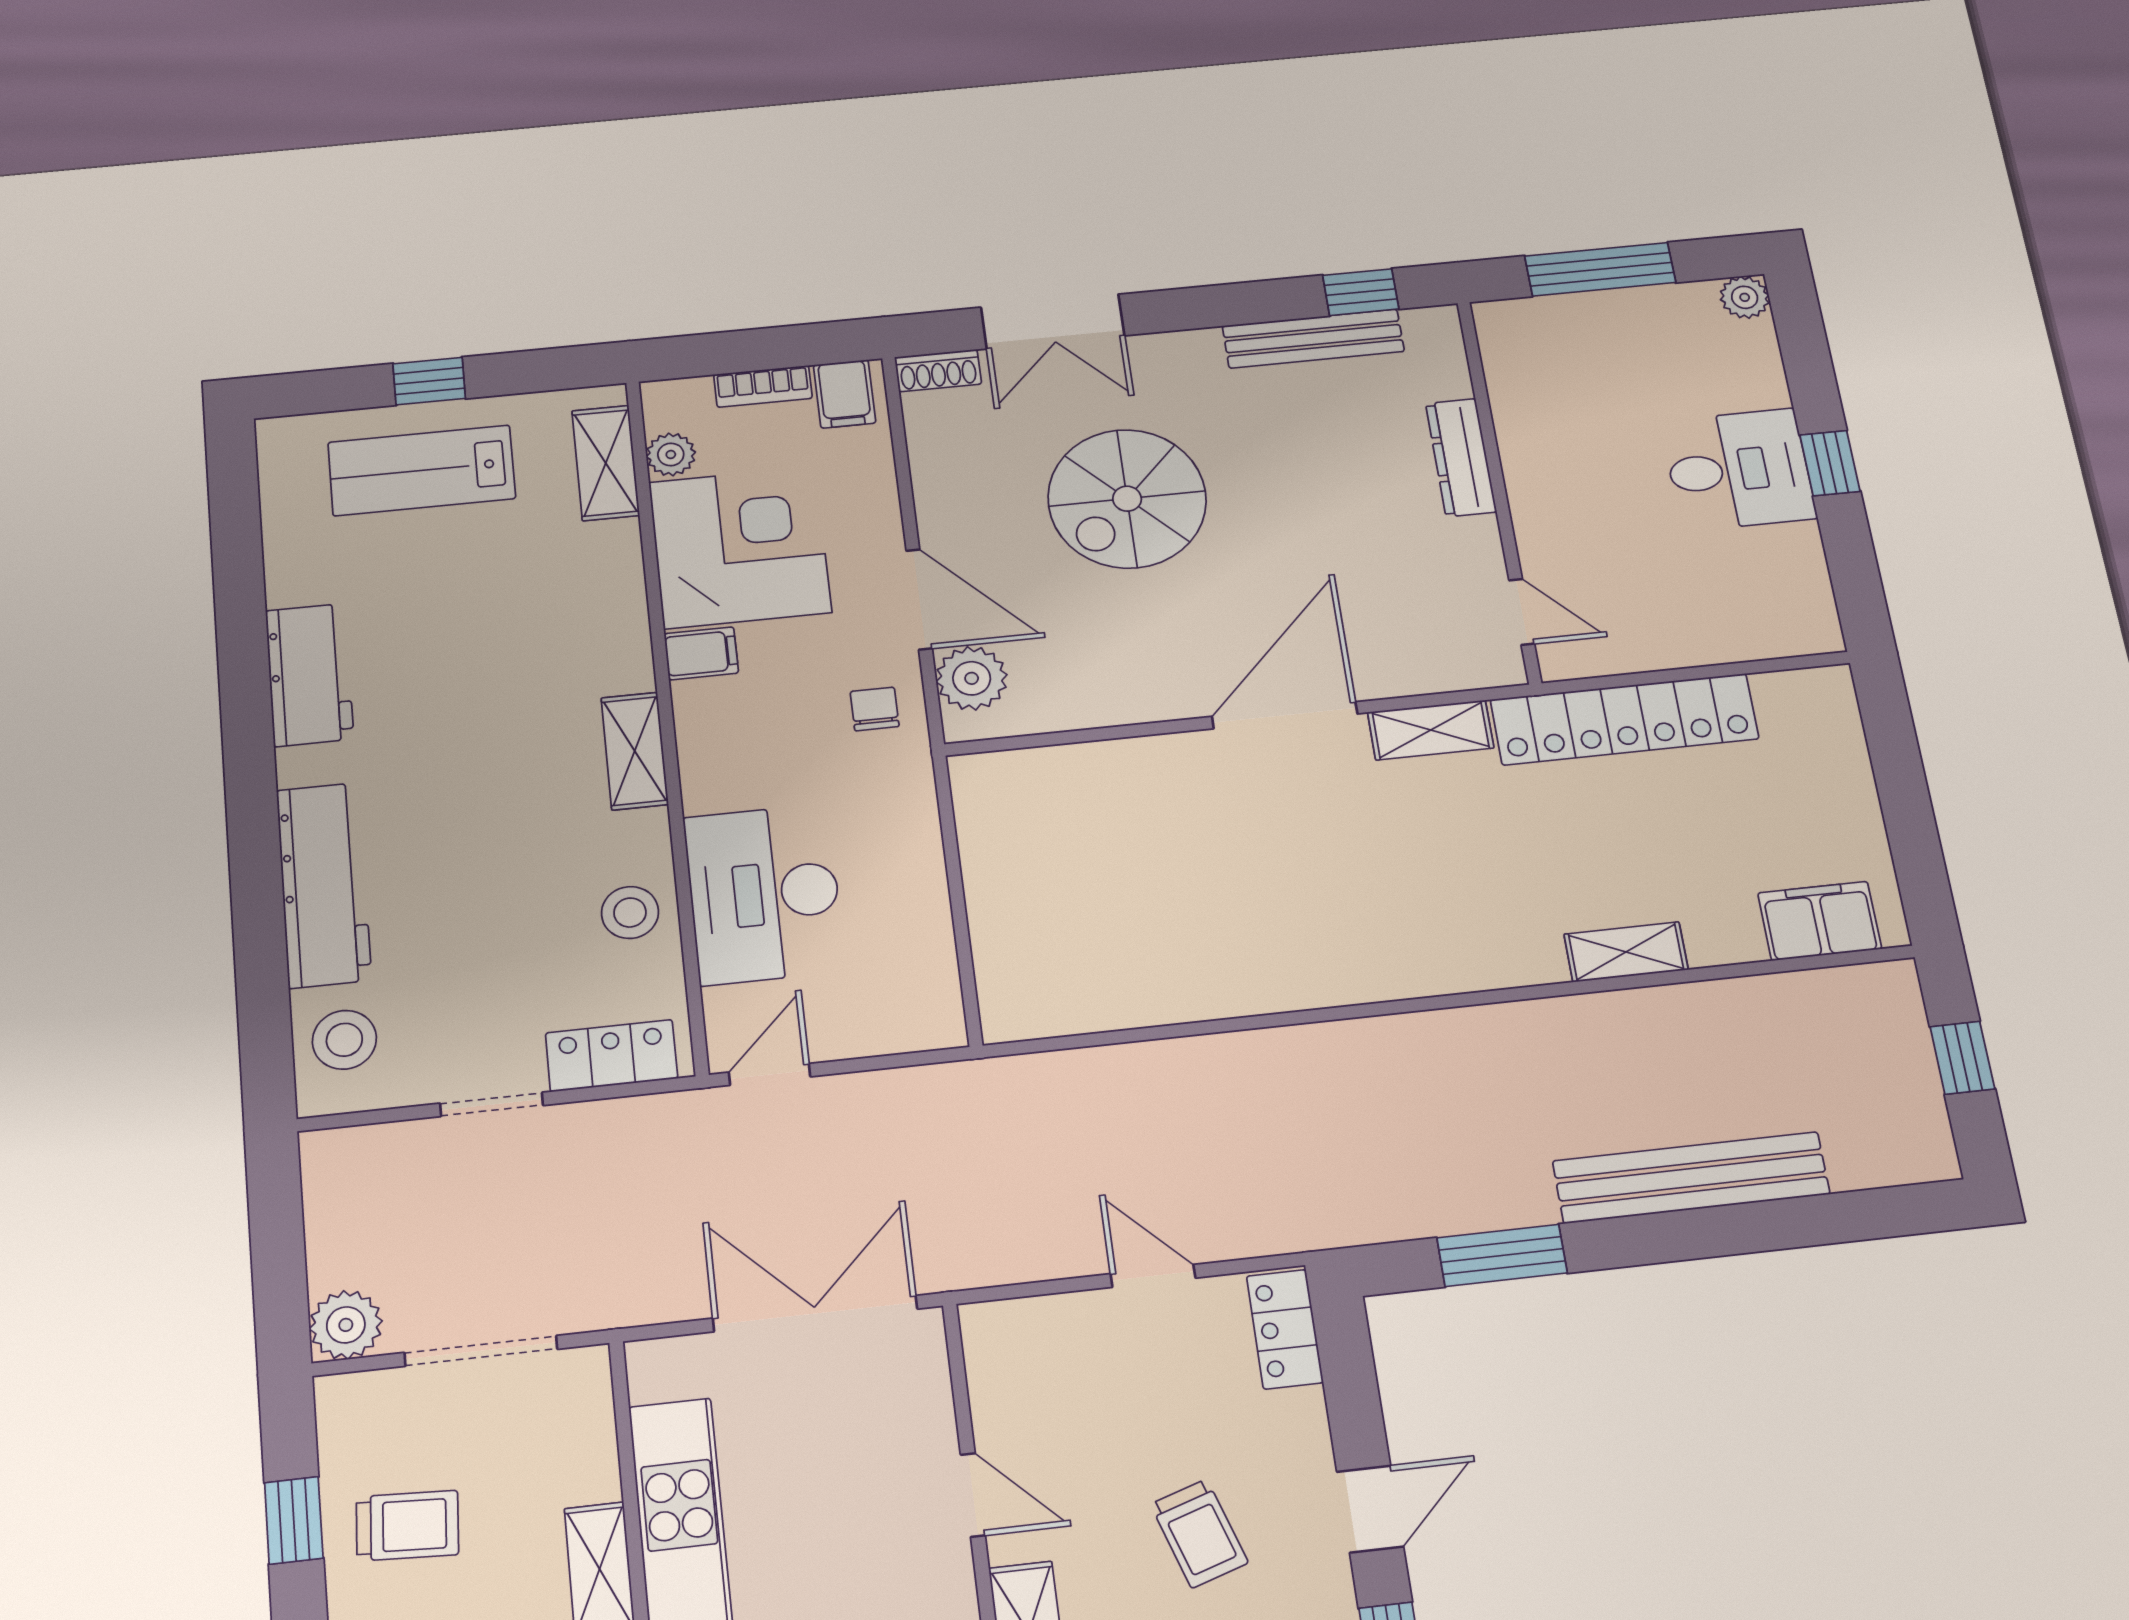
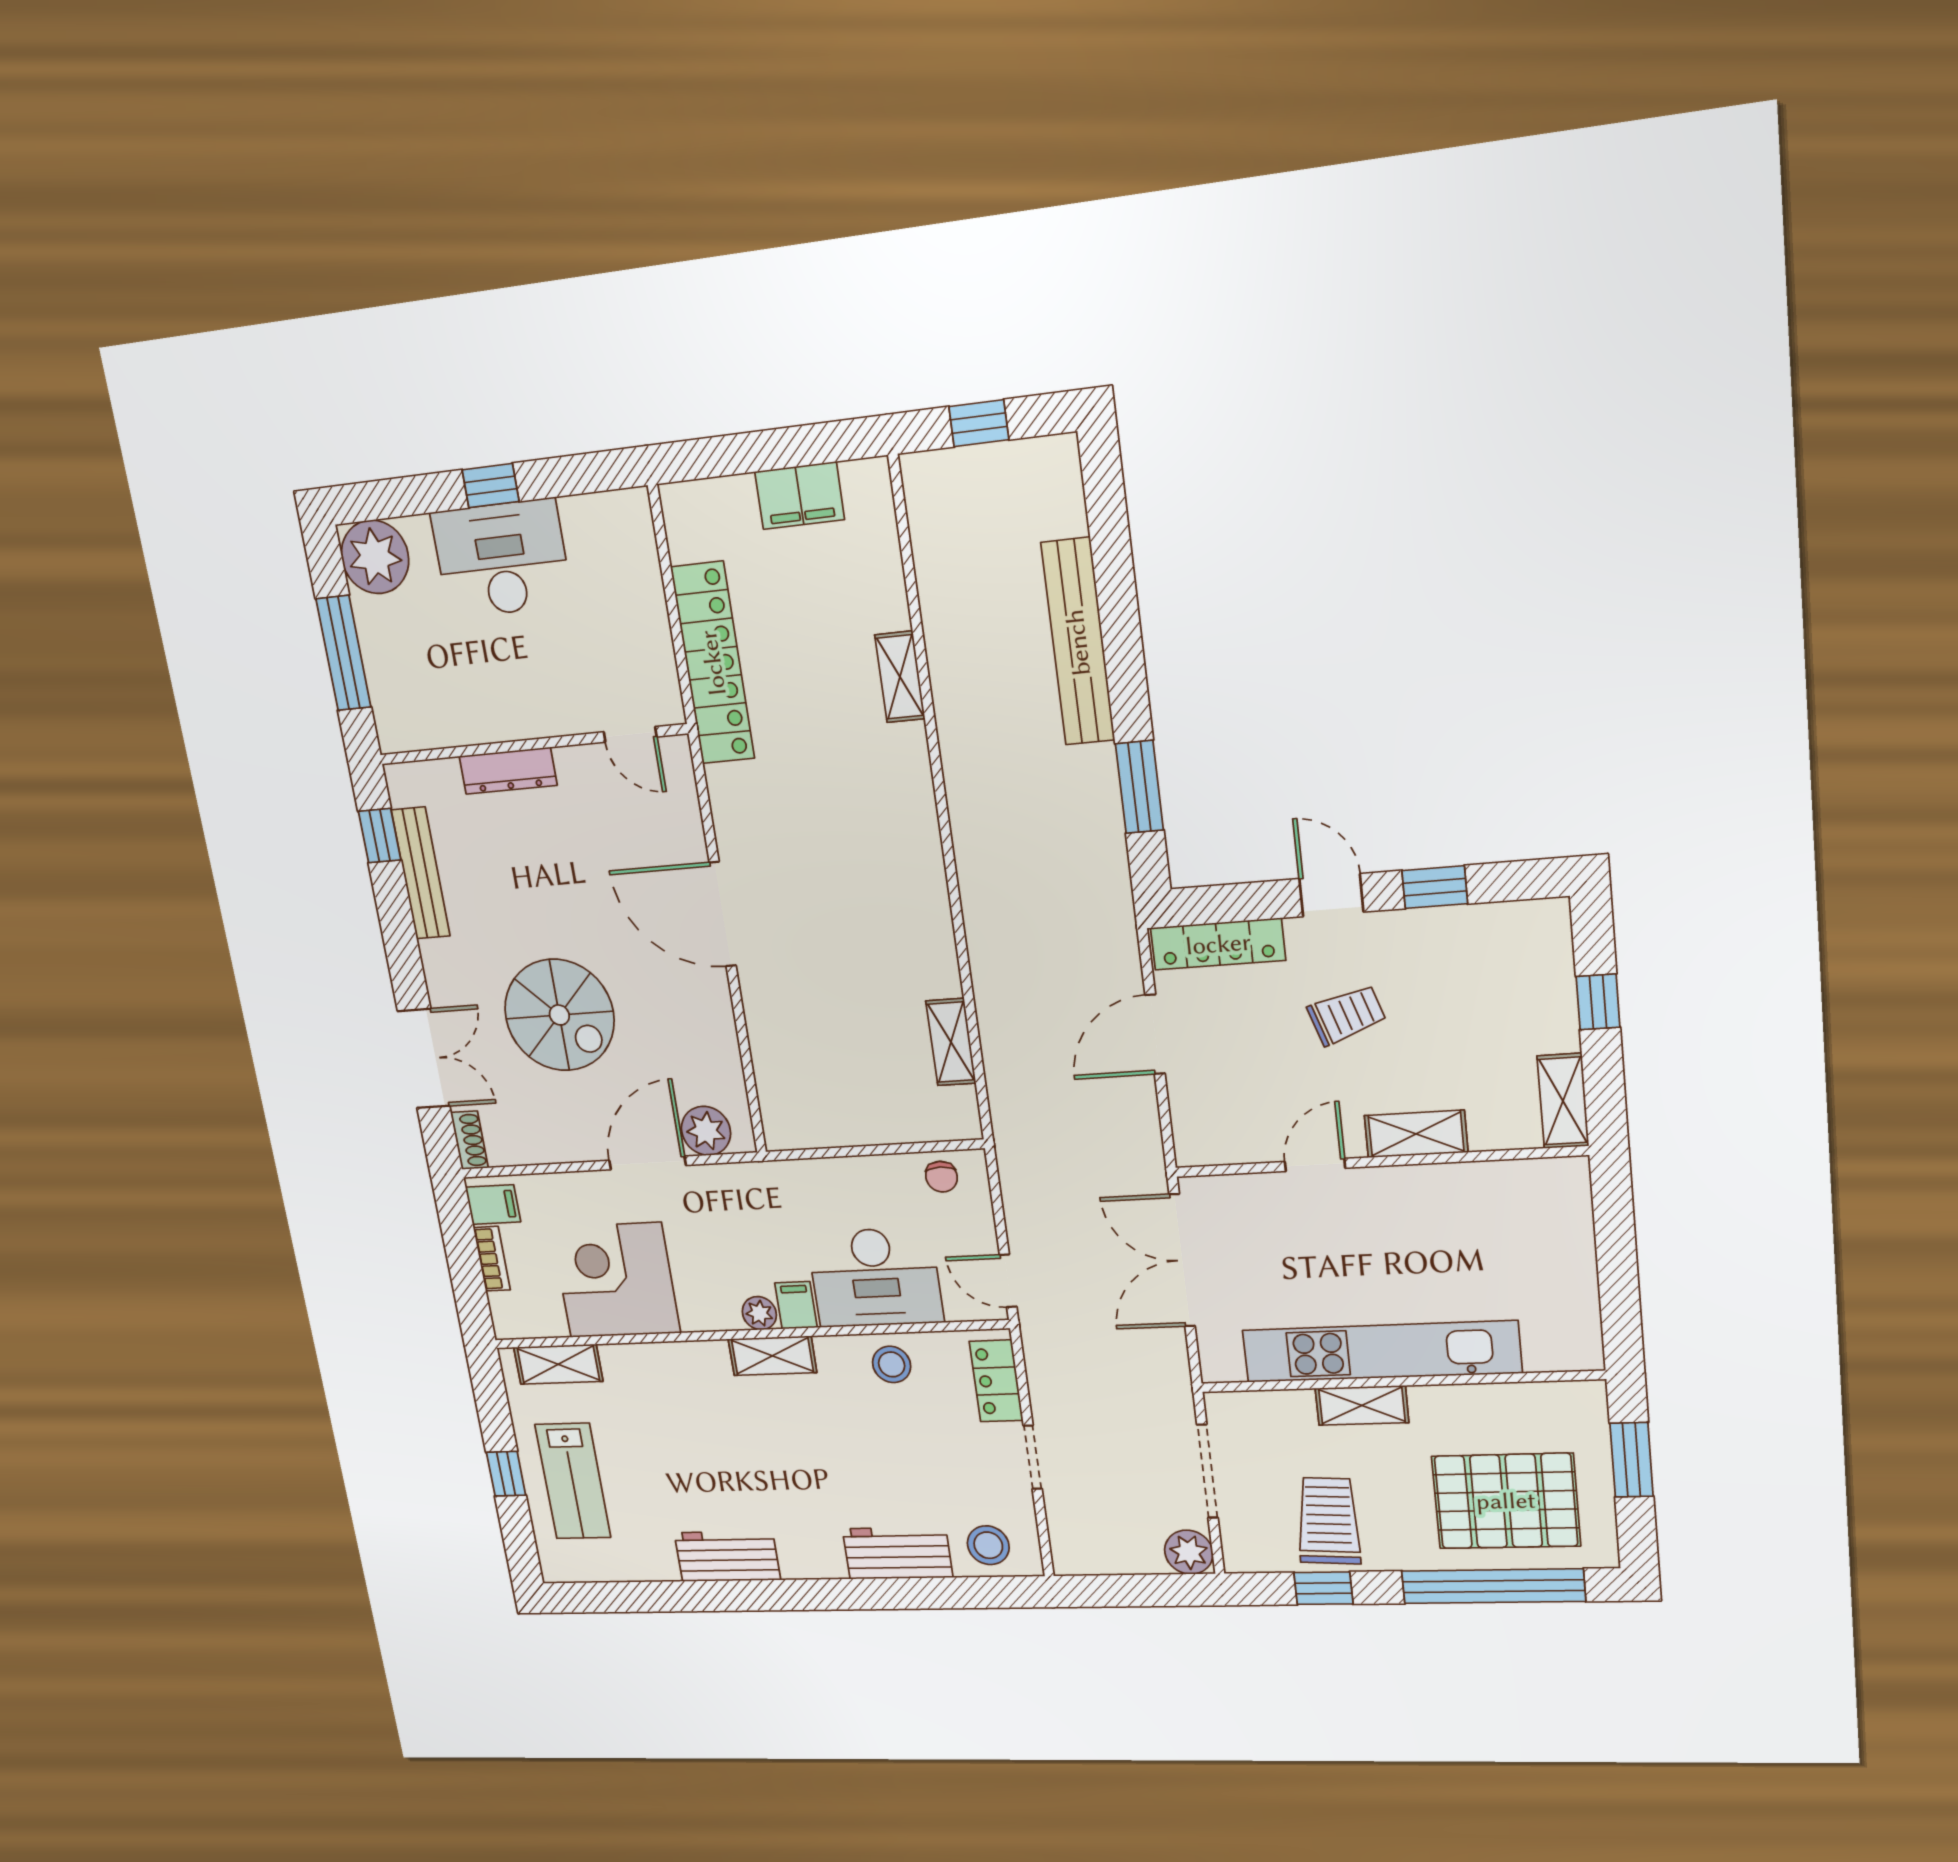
plant: (1745, 297) -> (375, 557), width x1.87, depth x1.87
plant: (671, 454) -> (759, 1313), moved
desk: (1738, 470) -> (502, 559), width x1.37
door: (1522, 612) -> (630, 734), swing flipped
filing cabinet: (701, 653) -> (796, 1305), moved
chair: (875, 709) -> (941, 1177), moved, turned -90
shelving: (1431, 730) -> (951, 1042), moved
workbench: (324, 885) -> (897, 1553), width x0.73
filing cabinet: (1820, 921) -> (800, 496), moved, turned -90
door: (1153, 1276) -> (1155, 1034), width x1.37
locker: (1285, 1329) -> (1218, 944), width x1.53
trolley: (407, 1526) -> (1329, 1521), width x1.36, depth x1.39

